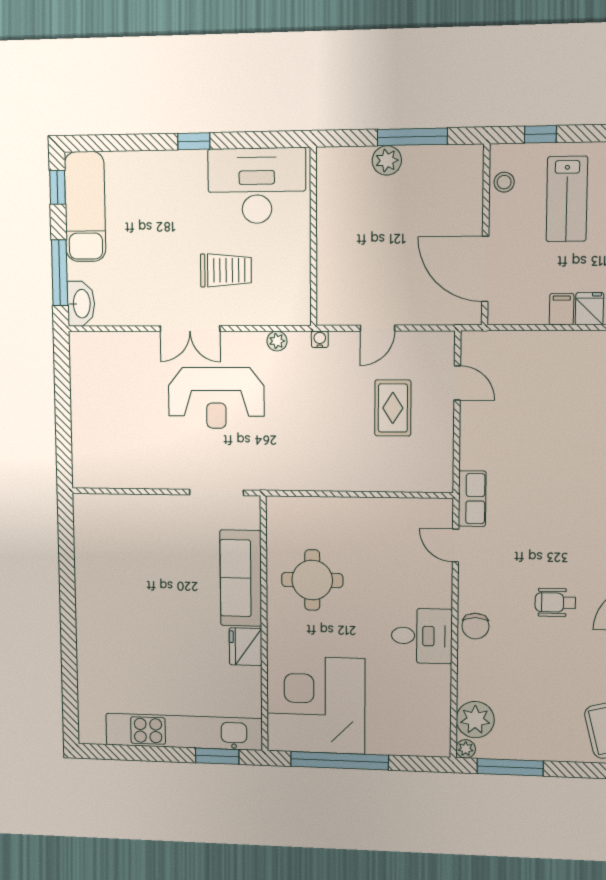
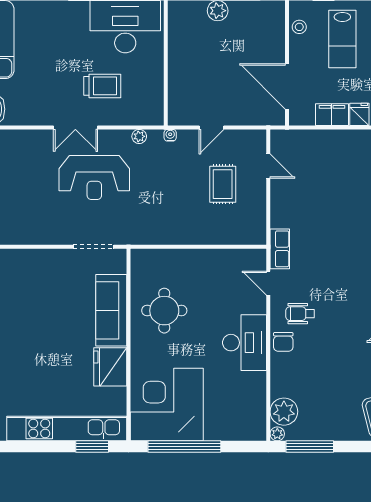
filing cabinet: (562, 309) -> (332, 115), width x2.00
wheelchair: (555, 602) -> (300, 314), moved
desk: (422, 636) -> (245, 343), width x1.37
fridge: (246, 647) -> (110, 367), width x1.36, depth x1.34

